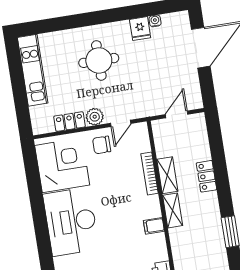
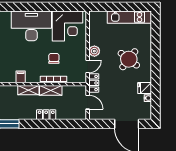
round table: (99, 60) -> (129, 59), turned 38
locker: (70, 122) -> (94, 83), moved
door: (121, 123) -> (88, 67), swing flipped
chair: (102, 145) -> (54, 58), moved

